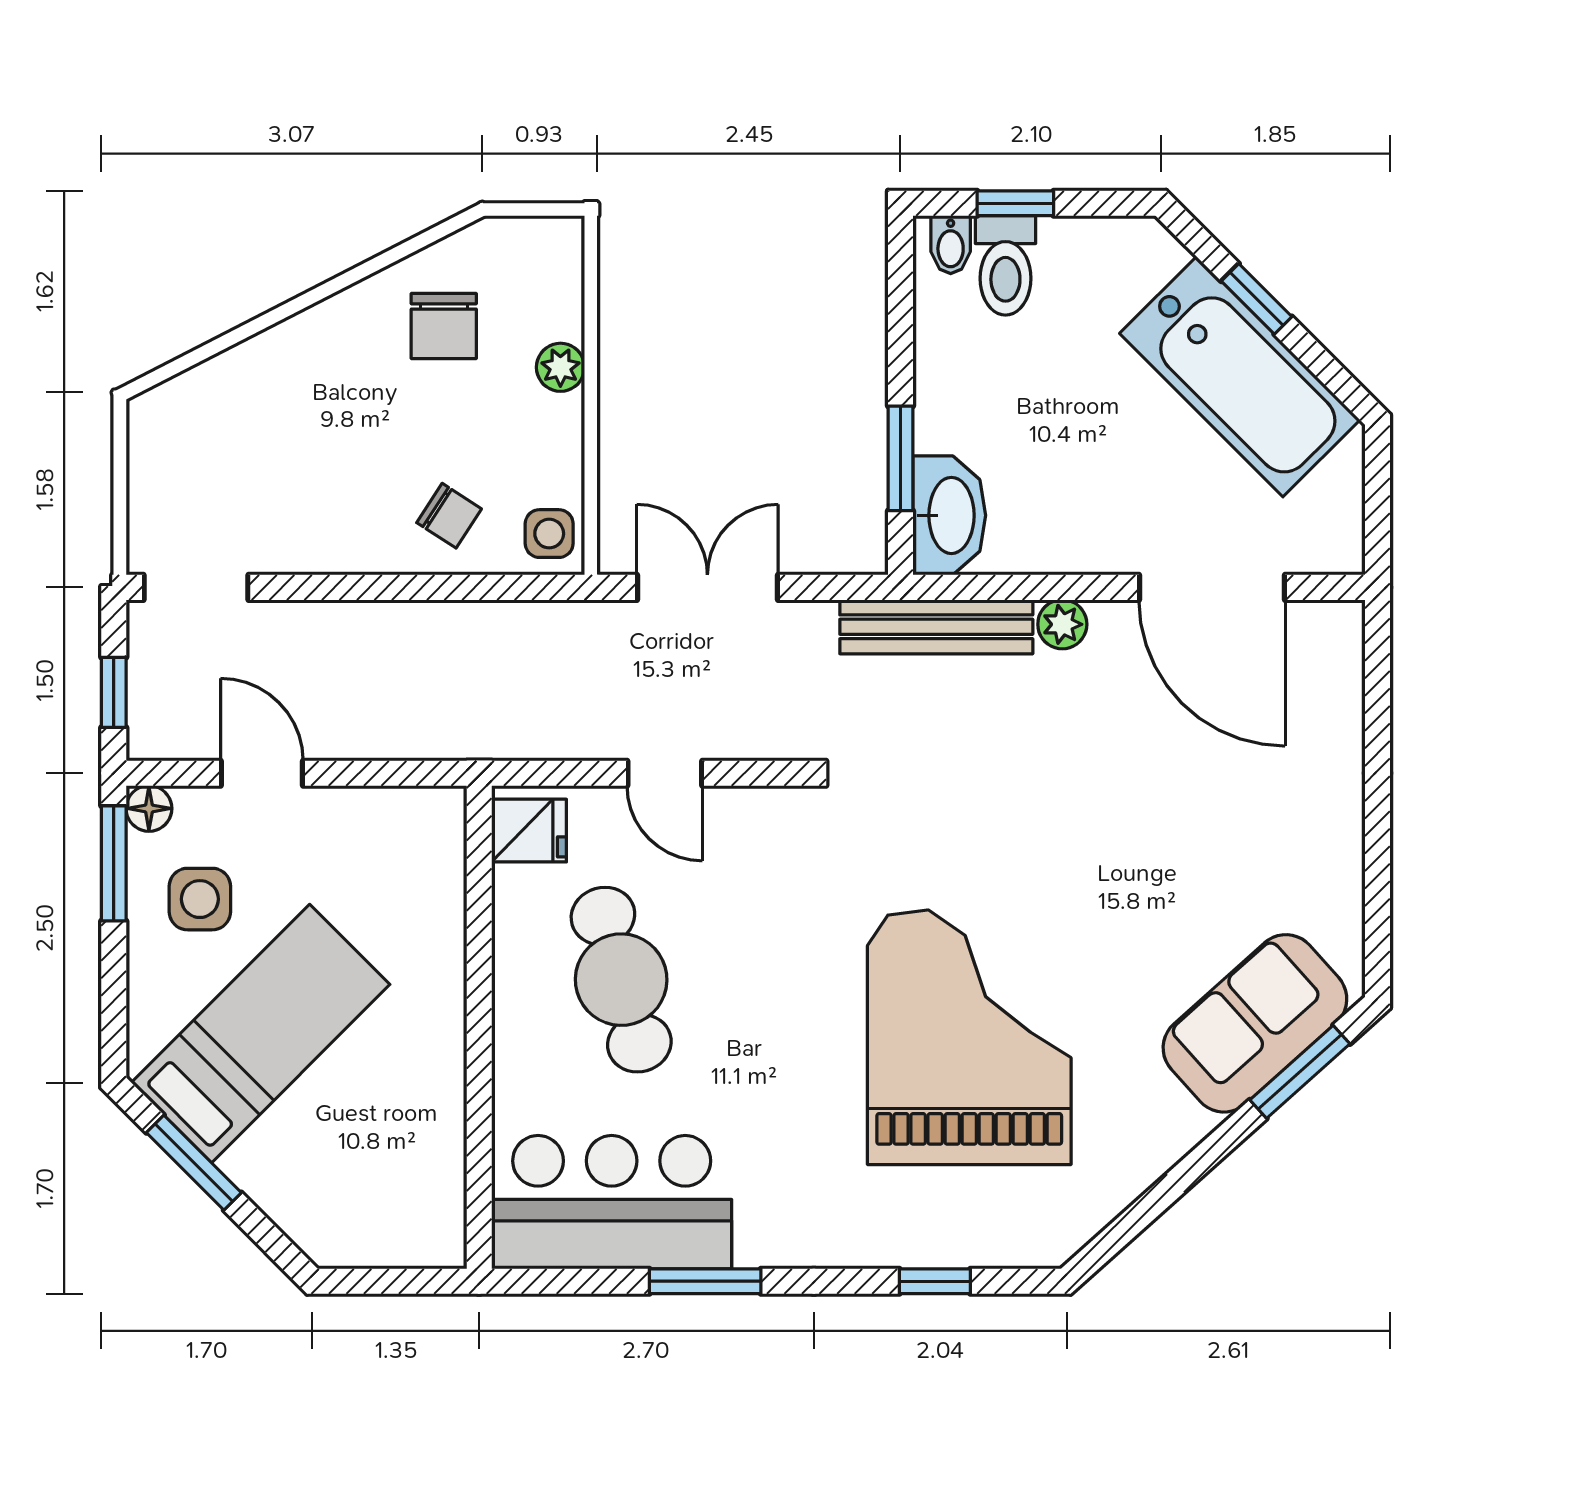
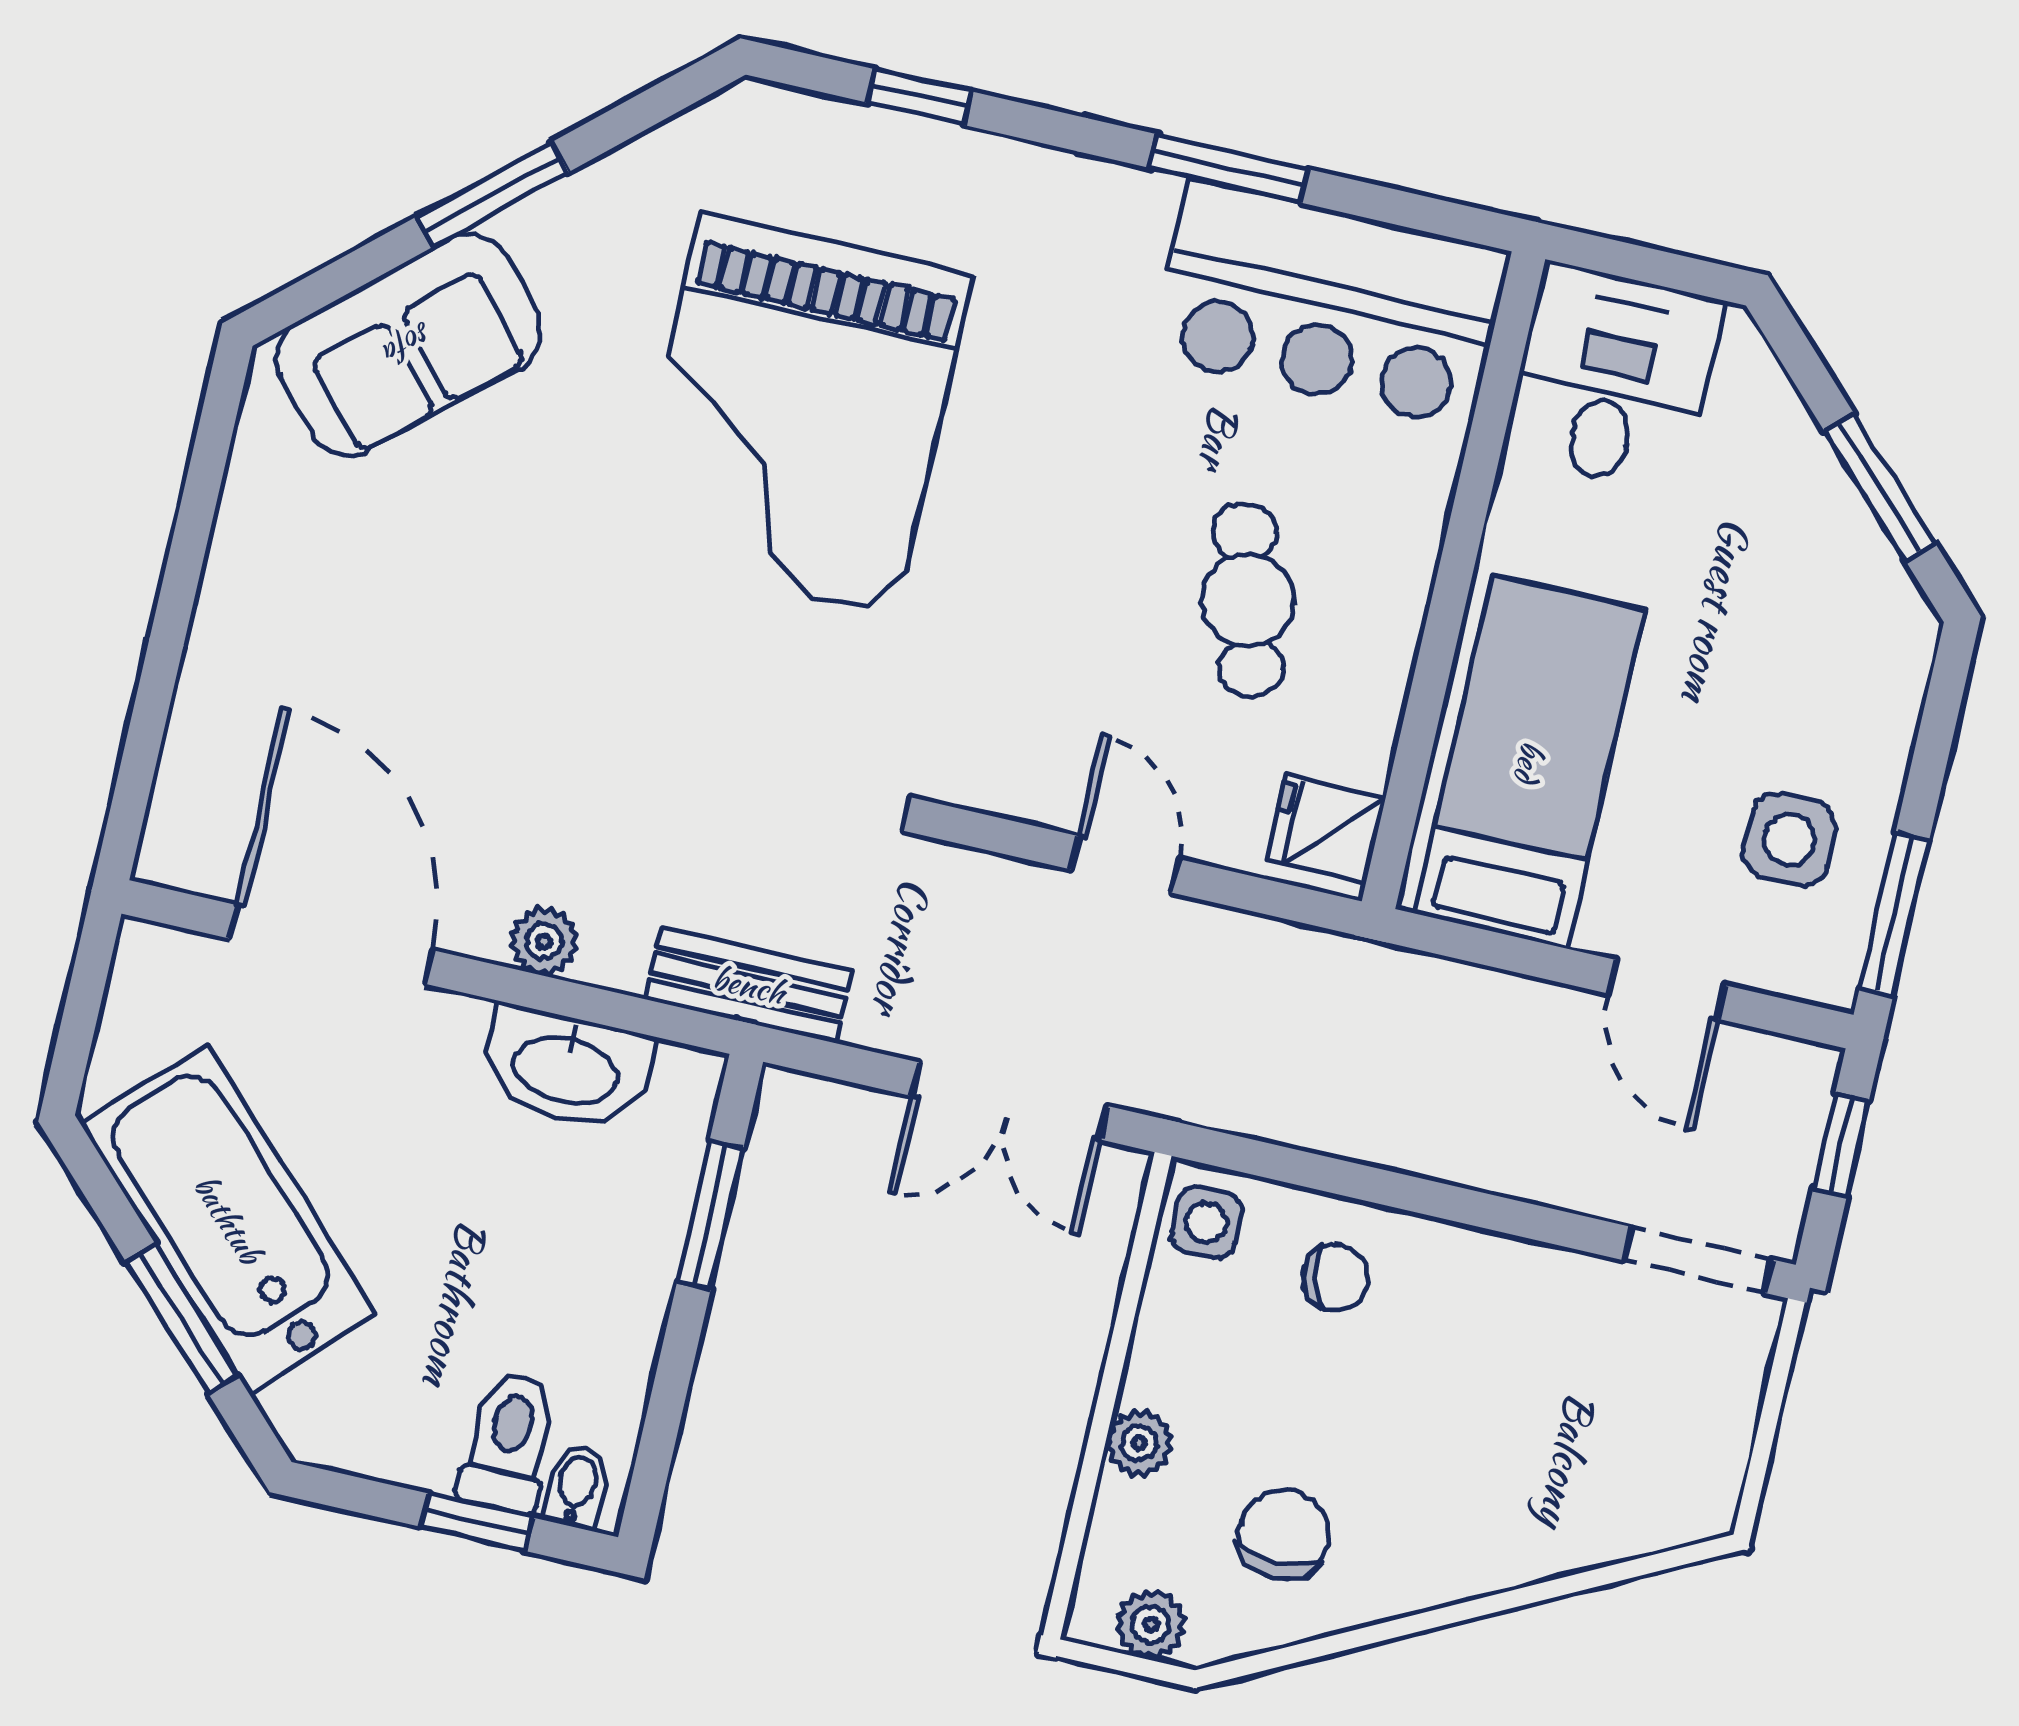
plant: (523, 241) -> (1151, 1624), added
window: (1257, 299) -> (182, 1319), width x1.50
washbasin: (949, 515) -> (566, 1068), moved, turned -90
chair: (449, 516) -> (1335, 1278), turned 134
bench: (936, 627) -> (749, 985), width x0.73
floor lamp: (149, 808) -> (1830, 977), removed
cafe table: (621, 980) -> (1248, 600), width x0.73, depth x0.74
bed: (261, 1034) -> (1530, 762), moved, turned 135
window: (1300, 1072) -> (492, 194), moved
desk: (399, 1196) -> (1613, 378), added

